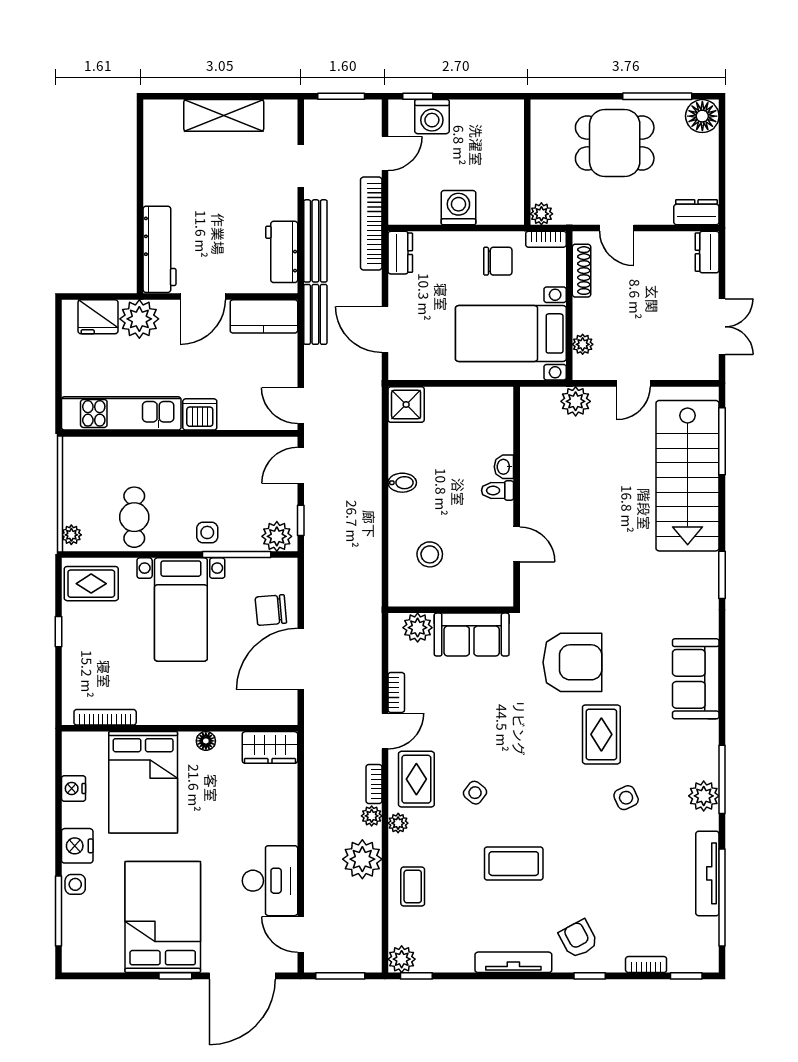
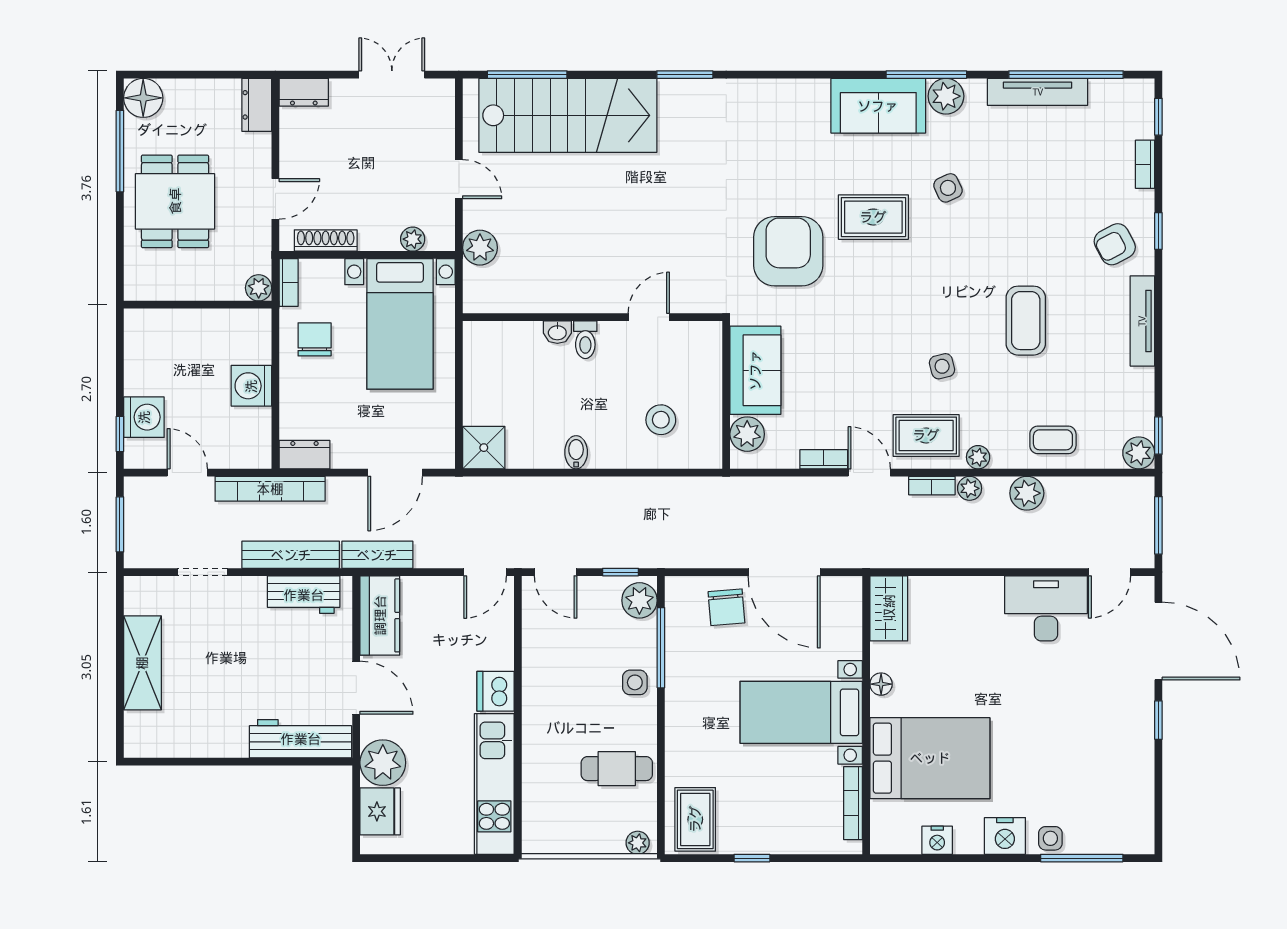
bed with nightstands: (181, 609) -> (801, 712), moved, turned 180
sofa: (696, 679) -> (878, 106), moved
side table: (475, 793) -> (942, 366), turned 38
plant: (362, 859) -> (1027, 493), width x0.73, depth x0.73
bed: (163, 917) -> (1089, 735), removed

